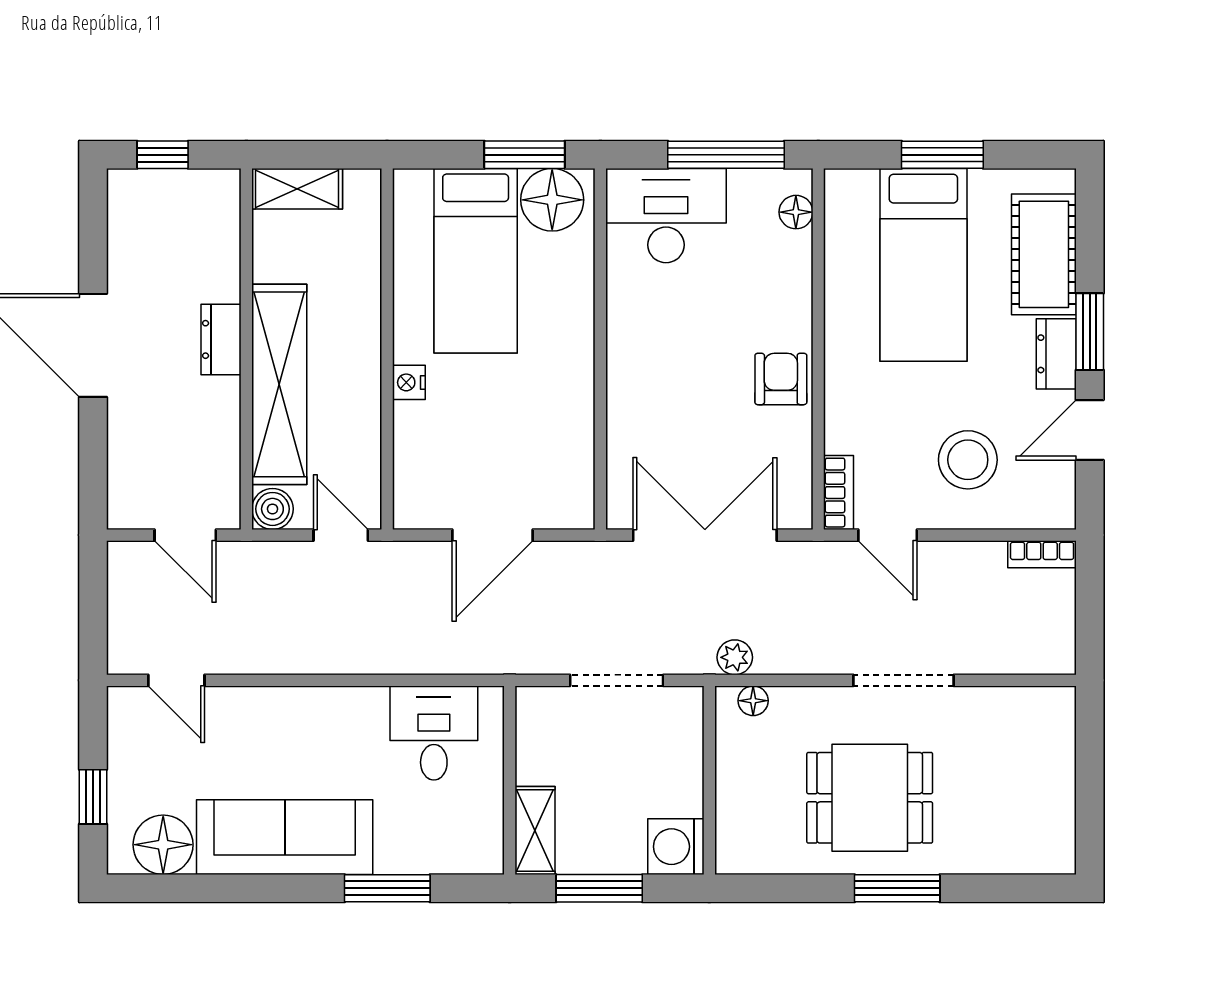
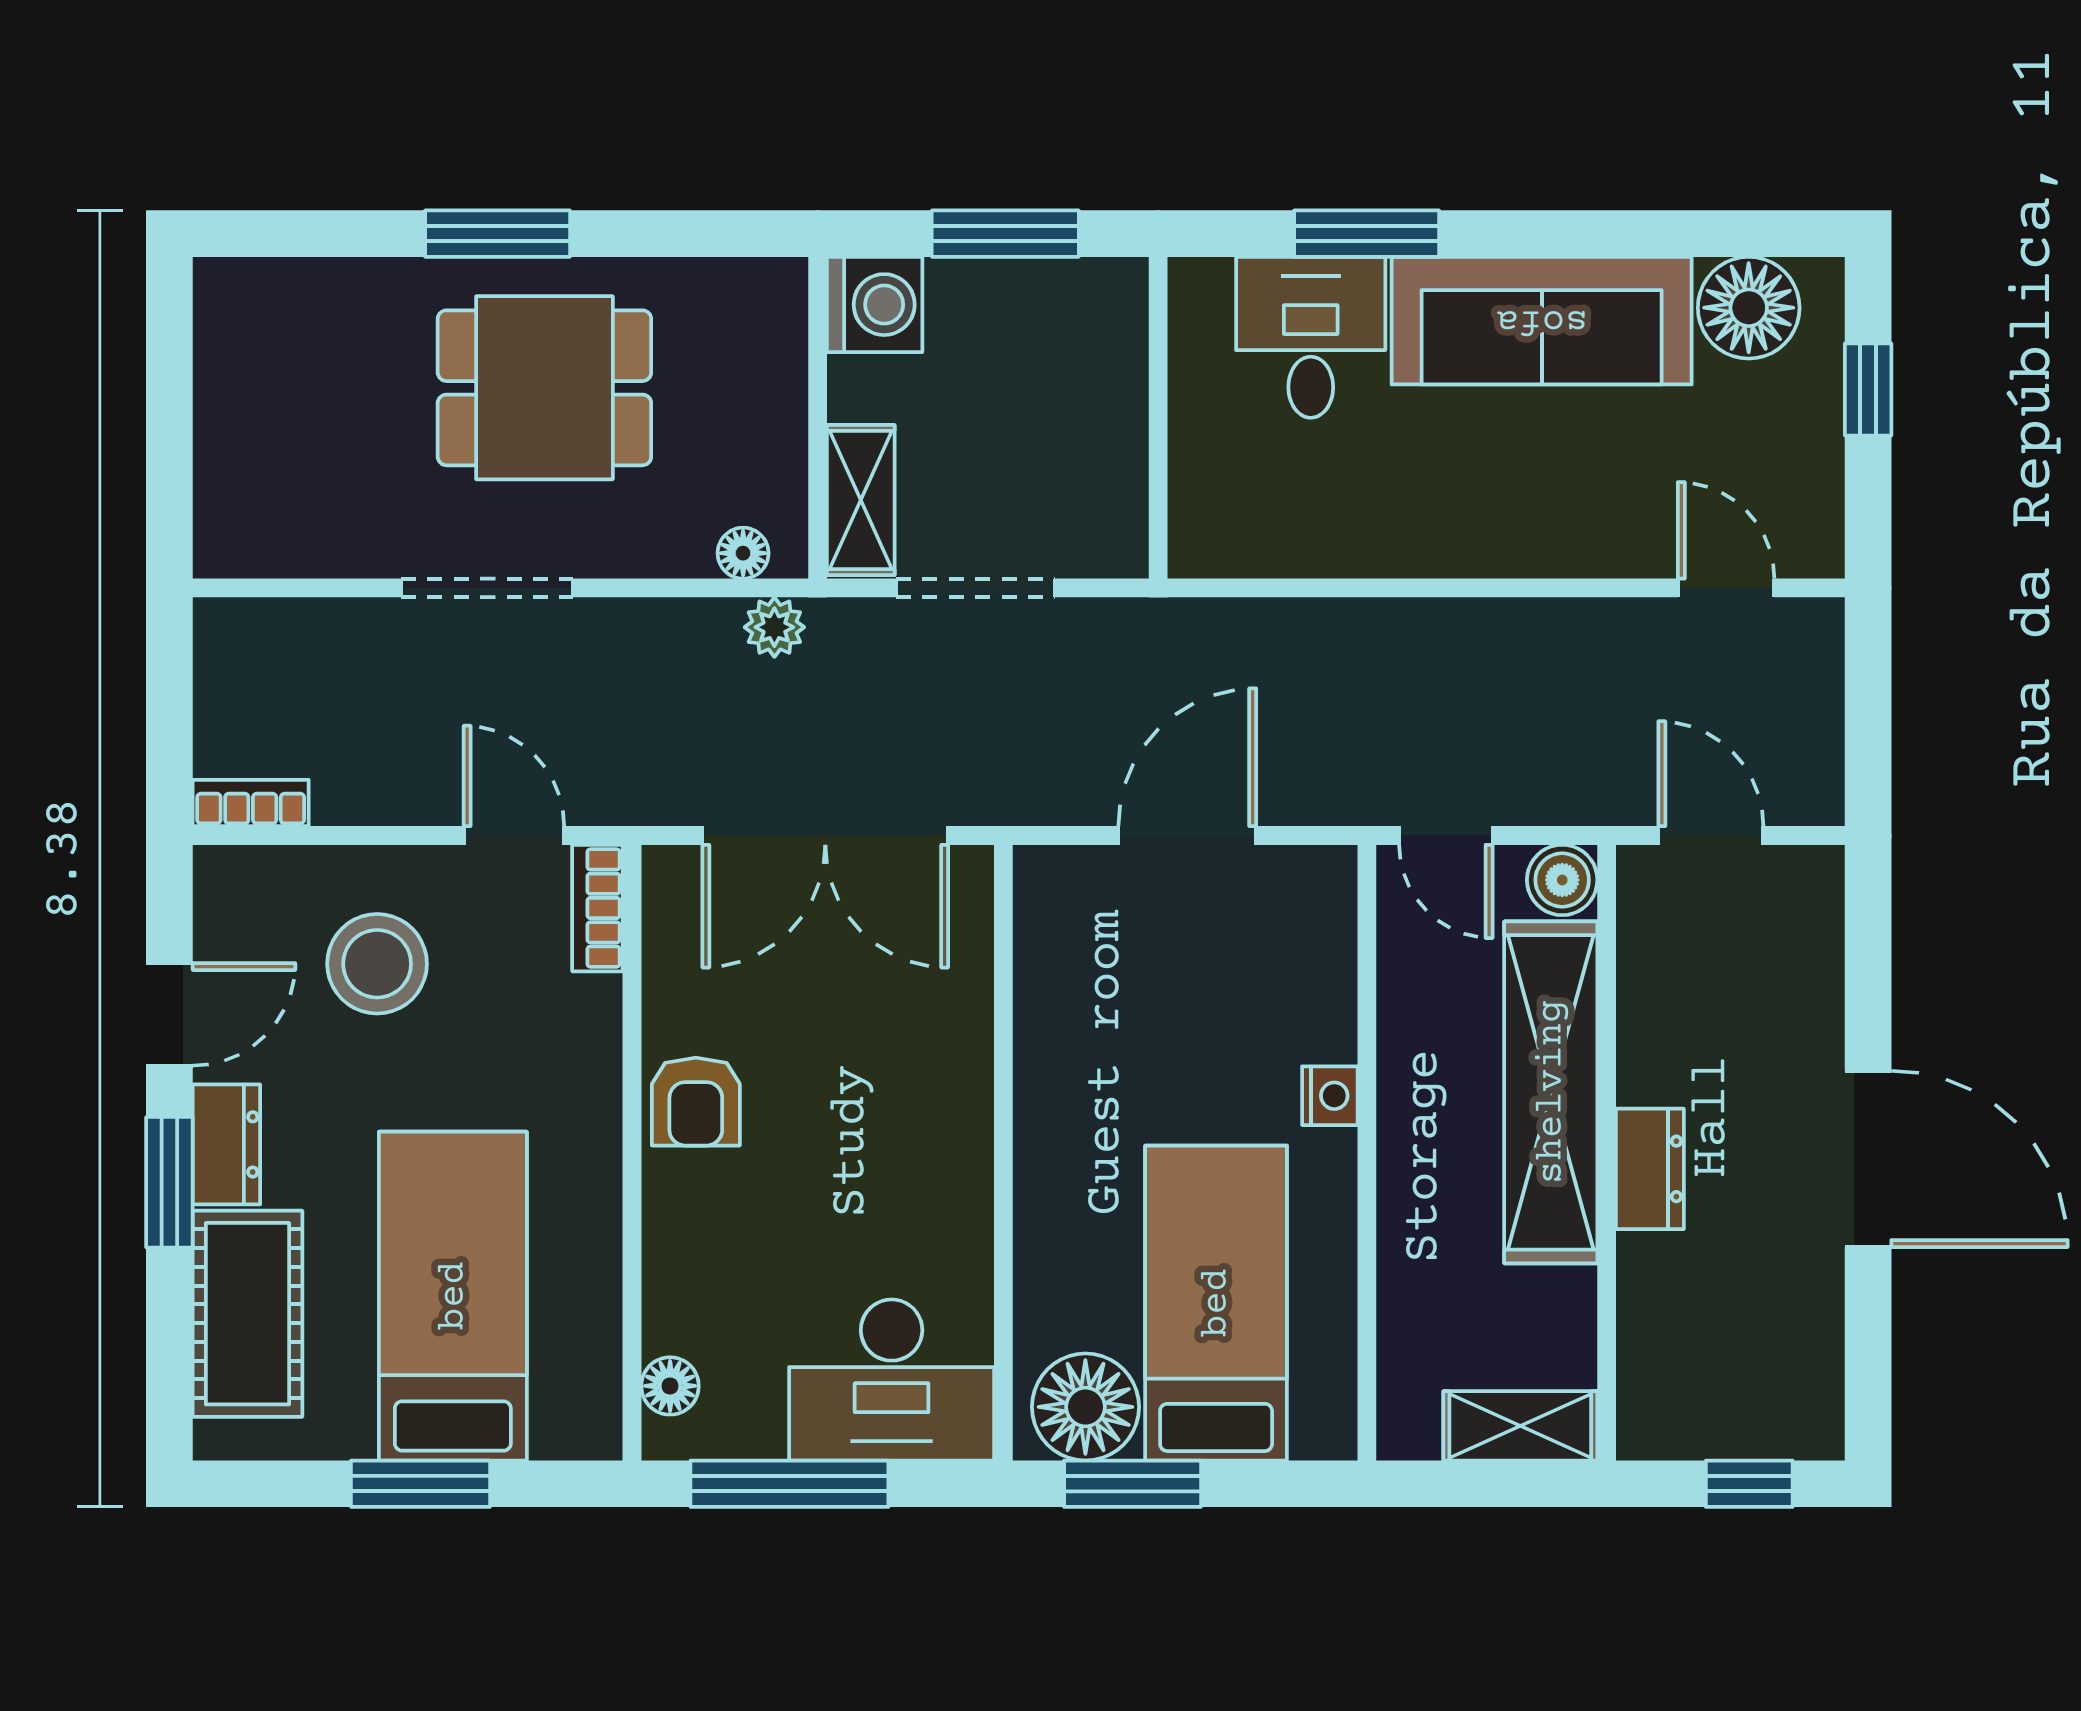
desk: (434, 733) -> (1311, 337), moved, turned 180
shelving: (535, 831) -> (861, 500), moved

